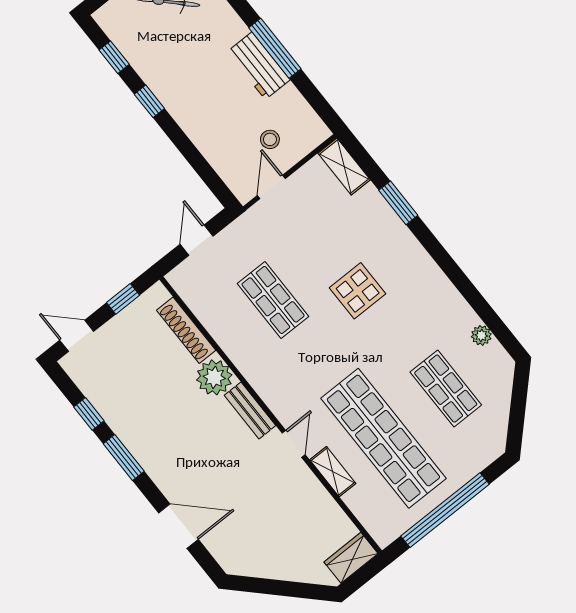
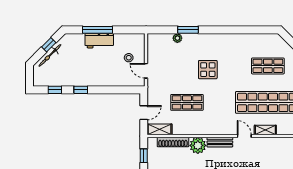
shelving: (344, 166) -> (160, 129), moved
door: (197, 240) -> (144, 113), swing flipped
plant: (481, 335) -> (177, 38), moved

